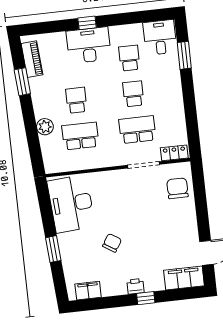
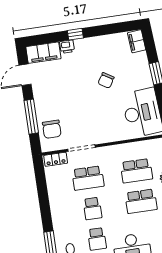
school desk: (76, 100) -> (141, 201), width x1.85
window: (201, 204) -> (31, 117), added
printer: (135, 286) -> (67, 47), moved
filing cabinet: (88, 291) -> (137, 41), moved, turned 86

